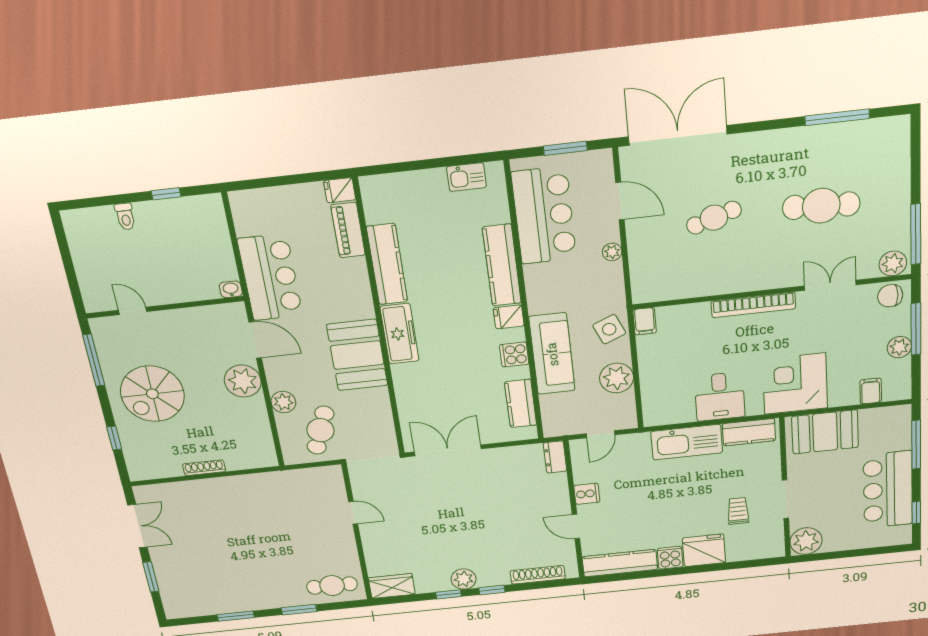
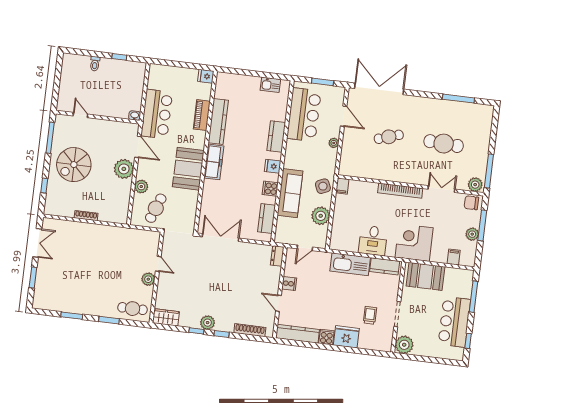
piano: (348, 230) -> (202, 115), moved
kitchen counter: (502, 265) -> (276, 136), width x0.67
plant: (344, 538) -> (148, 279), added

